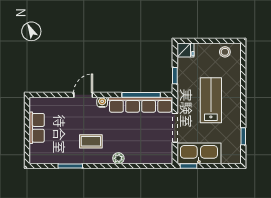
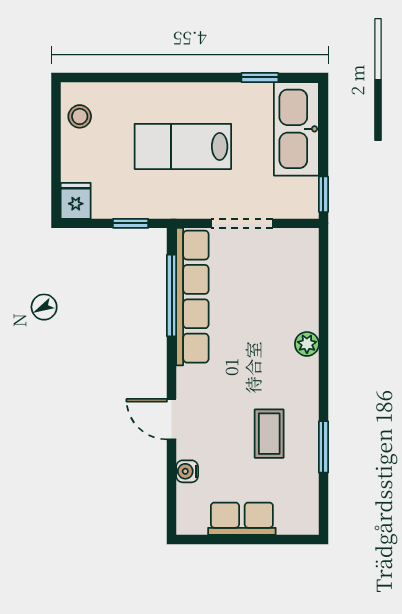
water cooler: (102, 102) -> (187, 471), moved
coffee table: (91, 141) -> (269, 434), moved
kitchen sink: (199, 153) -> (296, 129), moved

